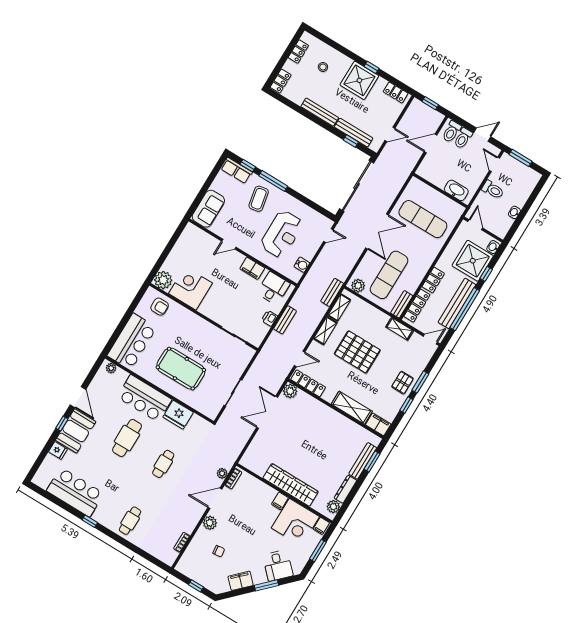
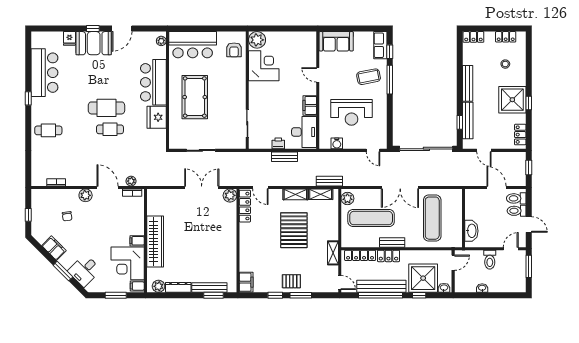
desk: (273, 288) -> (304, 132), width x1.37
bench: (402, 304) -> (392, 243), moved
shelving: (352, 408) -> (247, 253), removed
cafe table: (127, 438) -> (106, 108), moved

